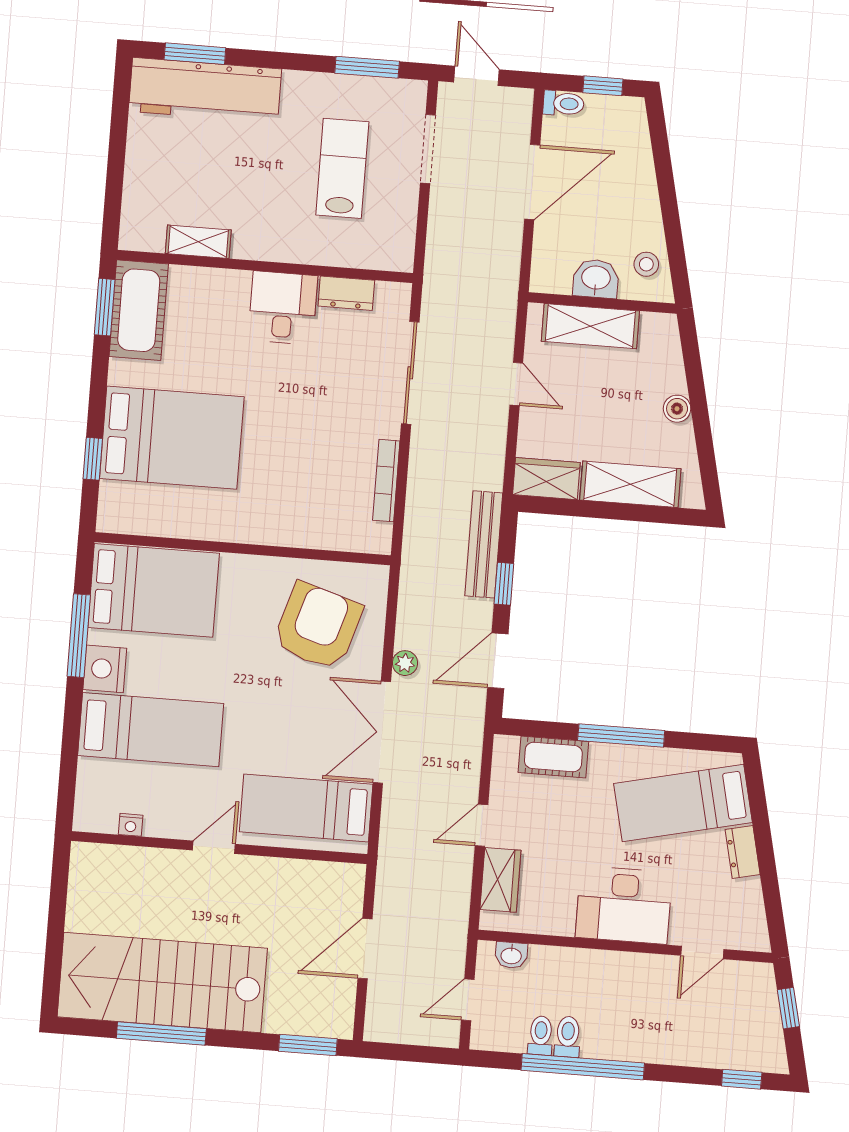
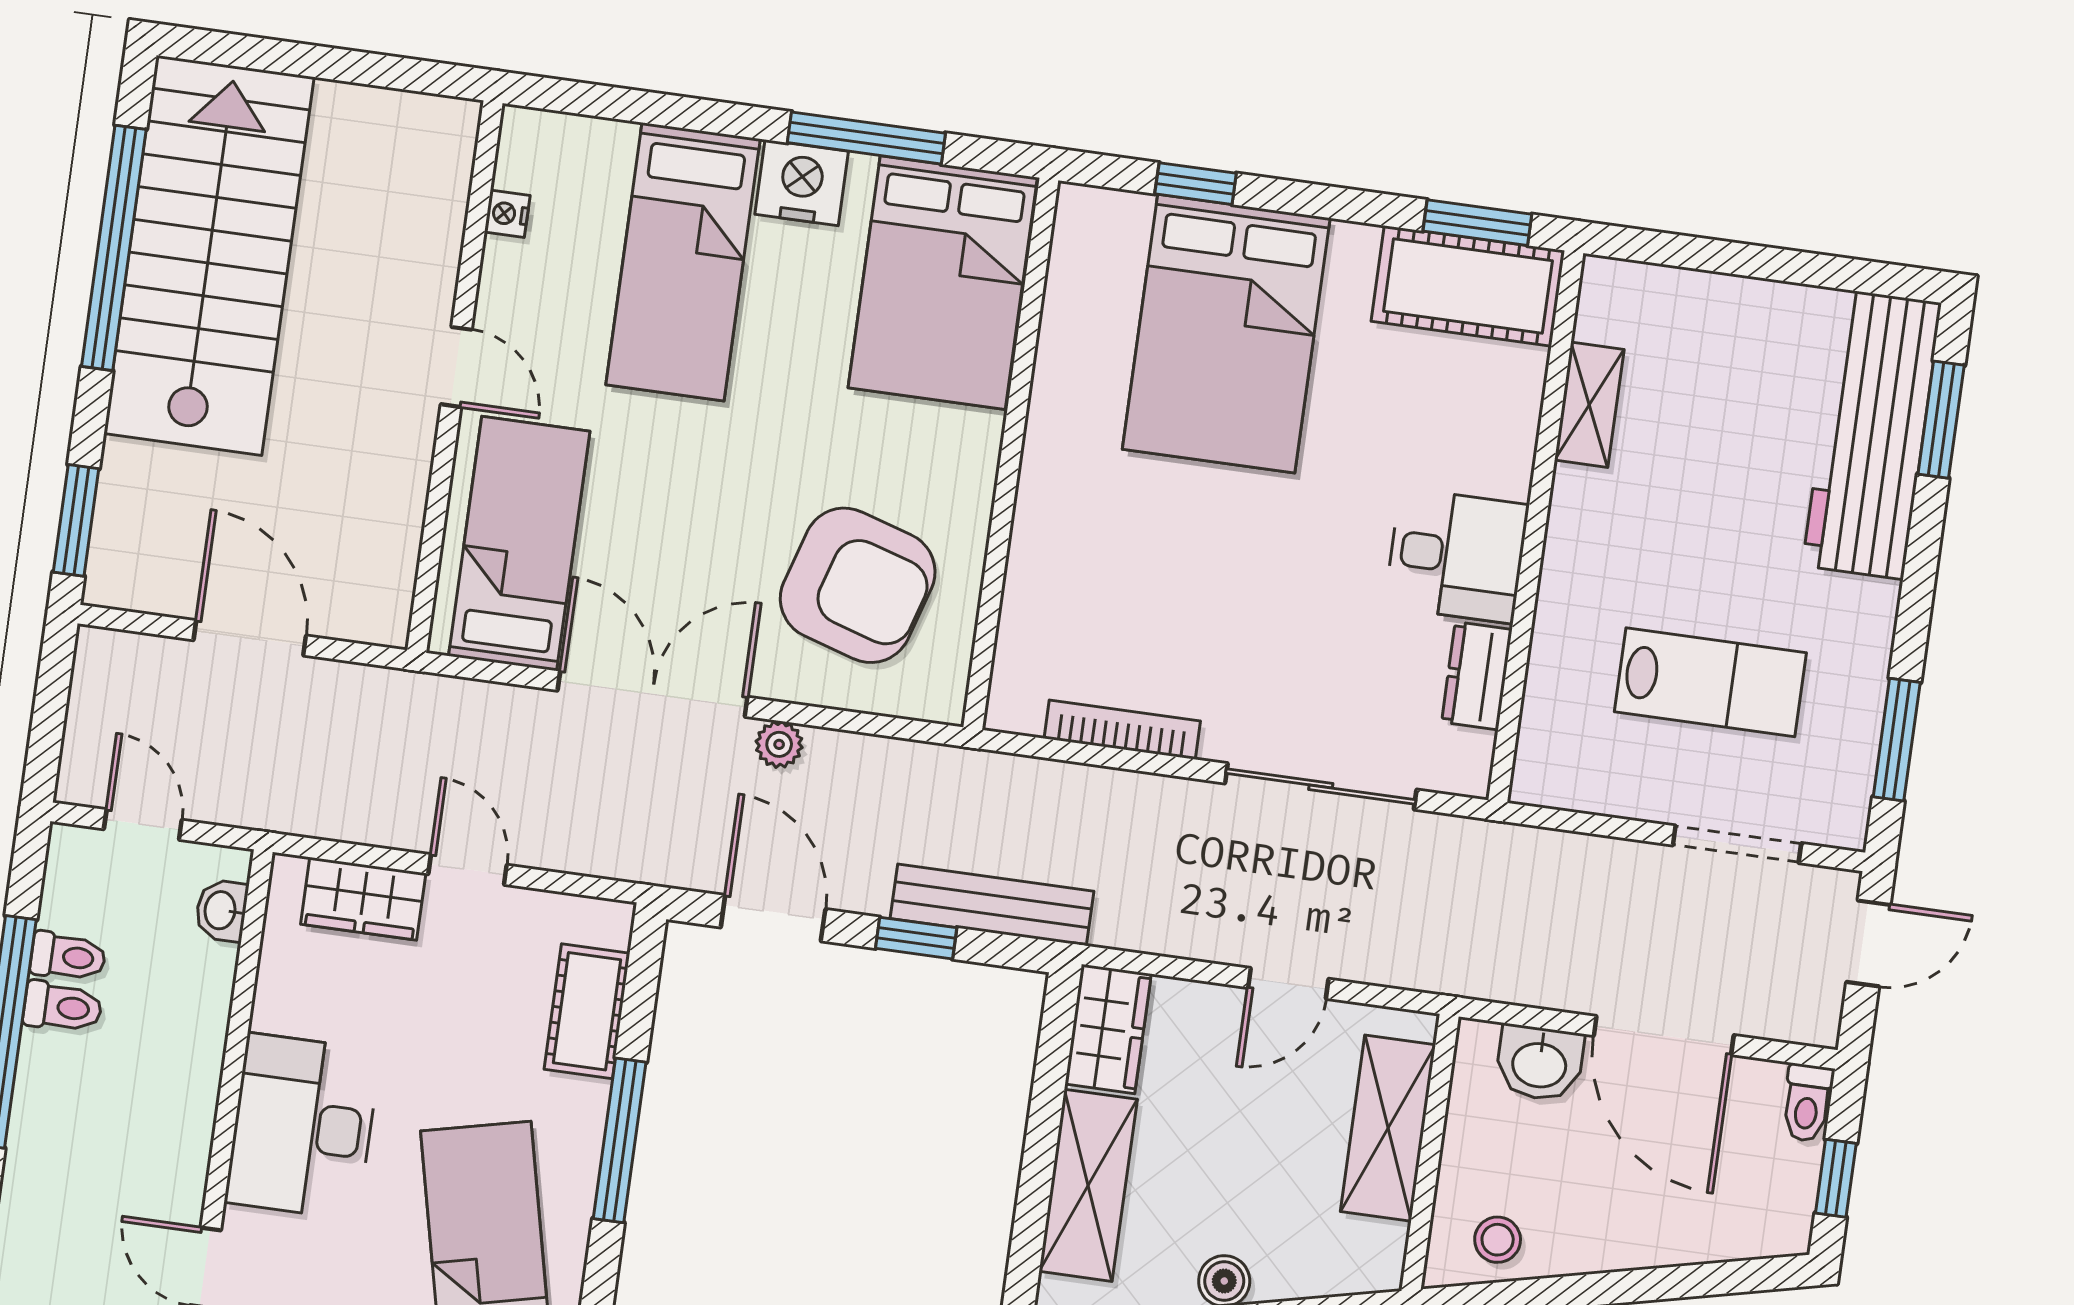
washbasin: (596, 279) -> (1539, 1063), moved, turned 90
window: (161, 1033) -> (114, 248), width x1.46

